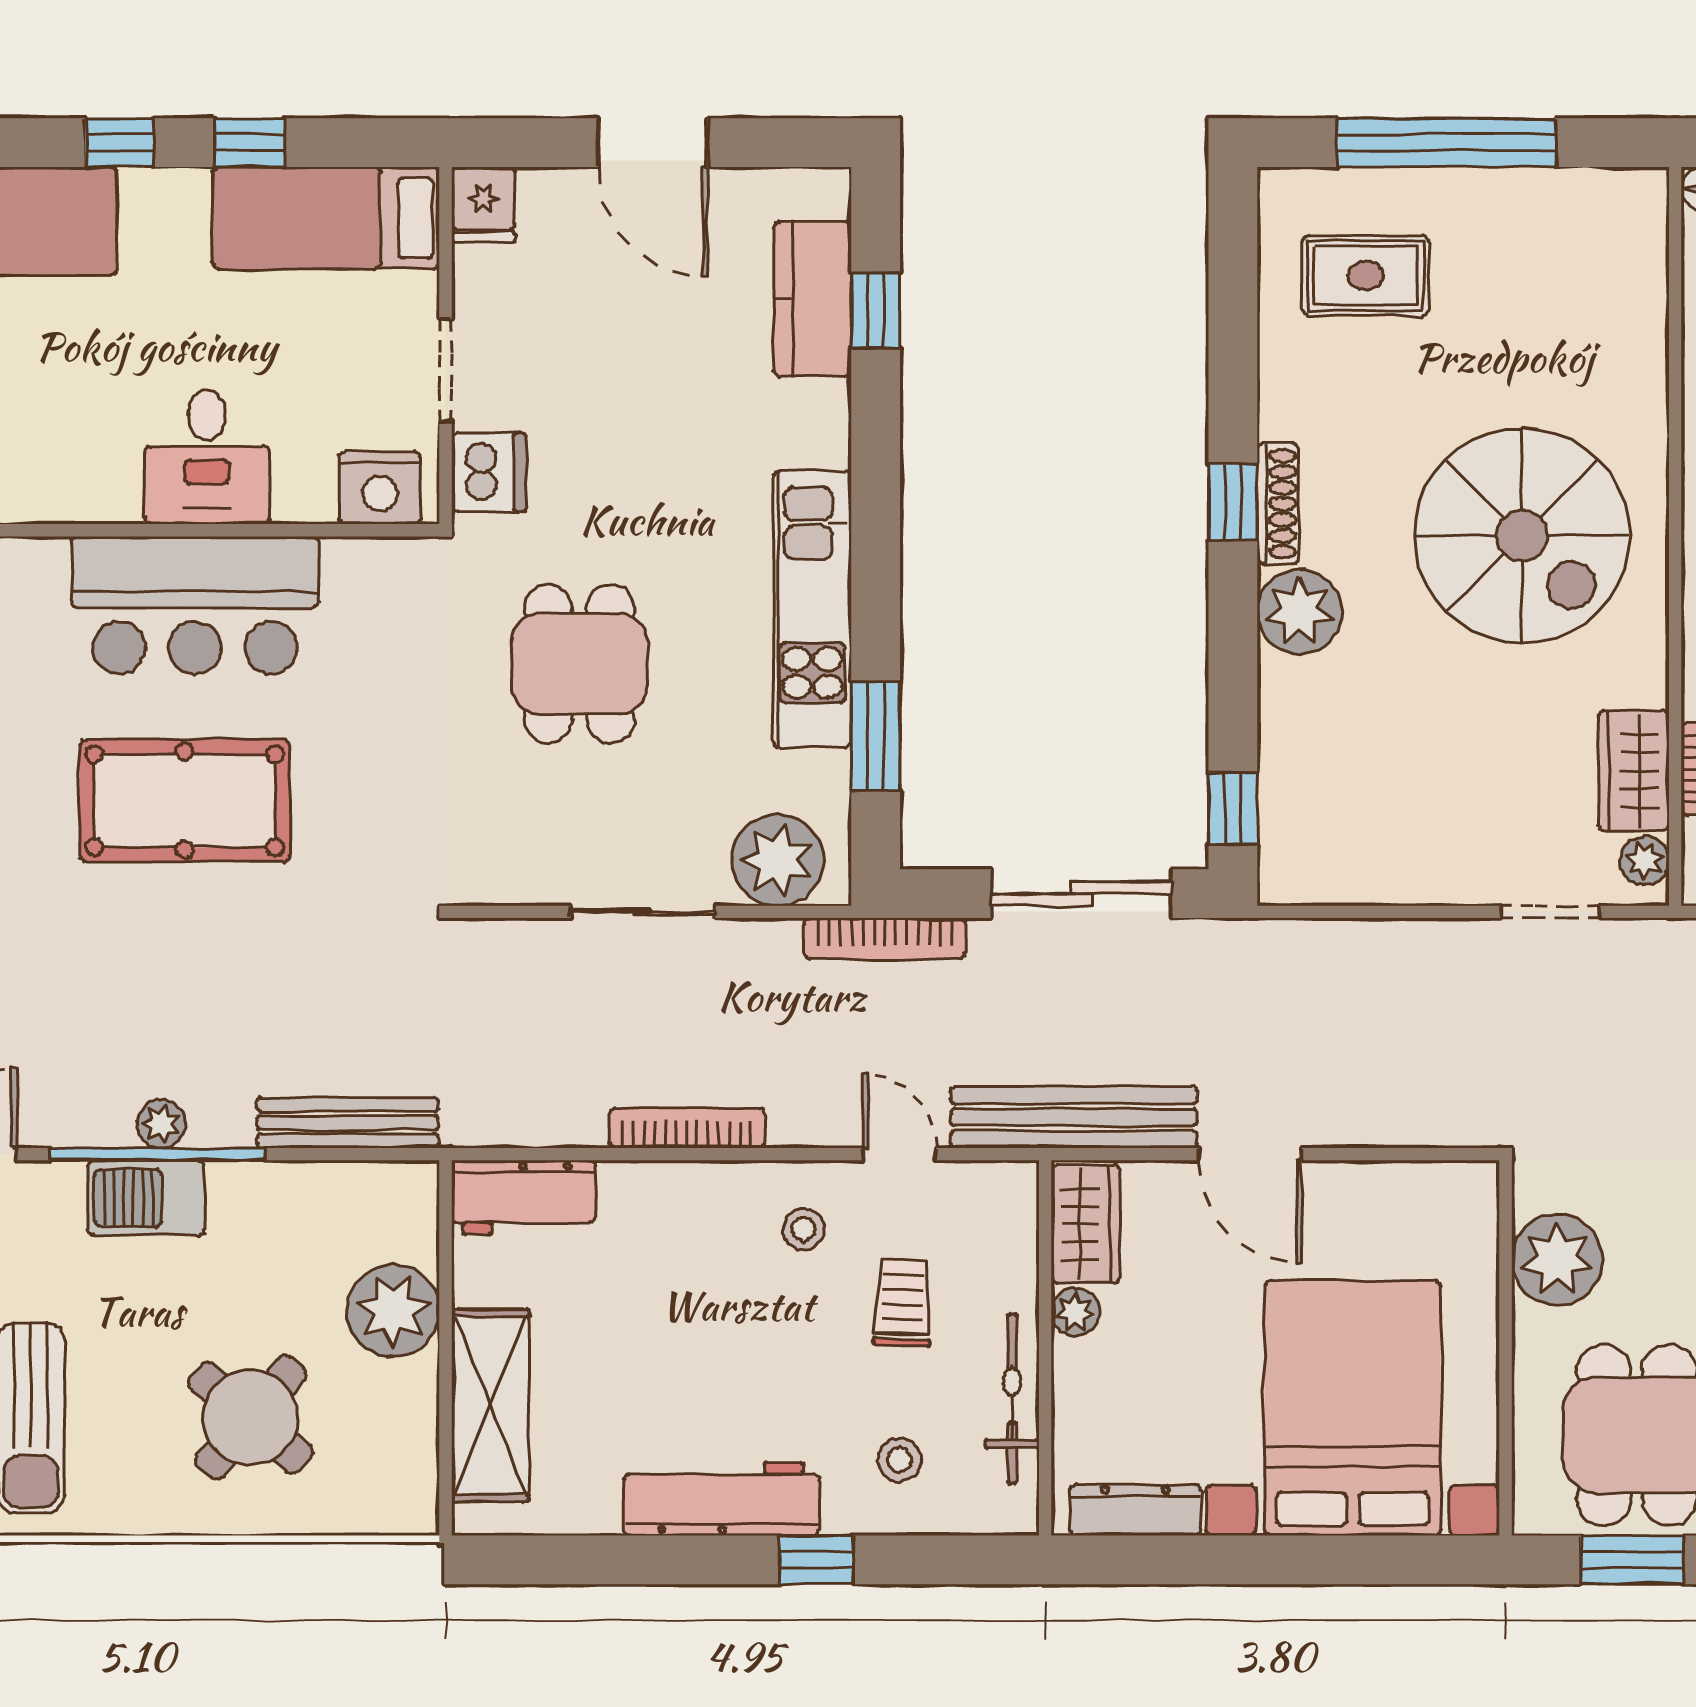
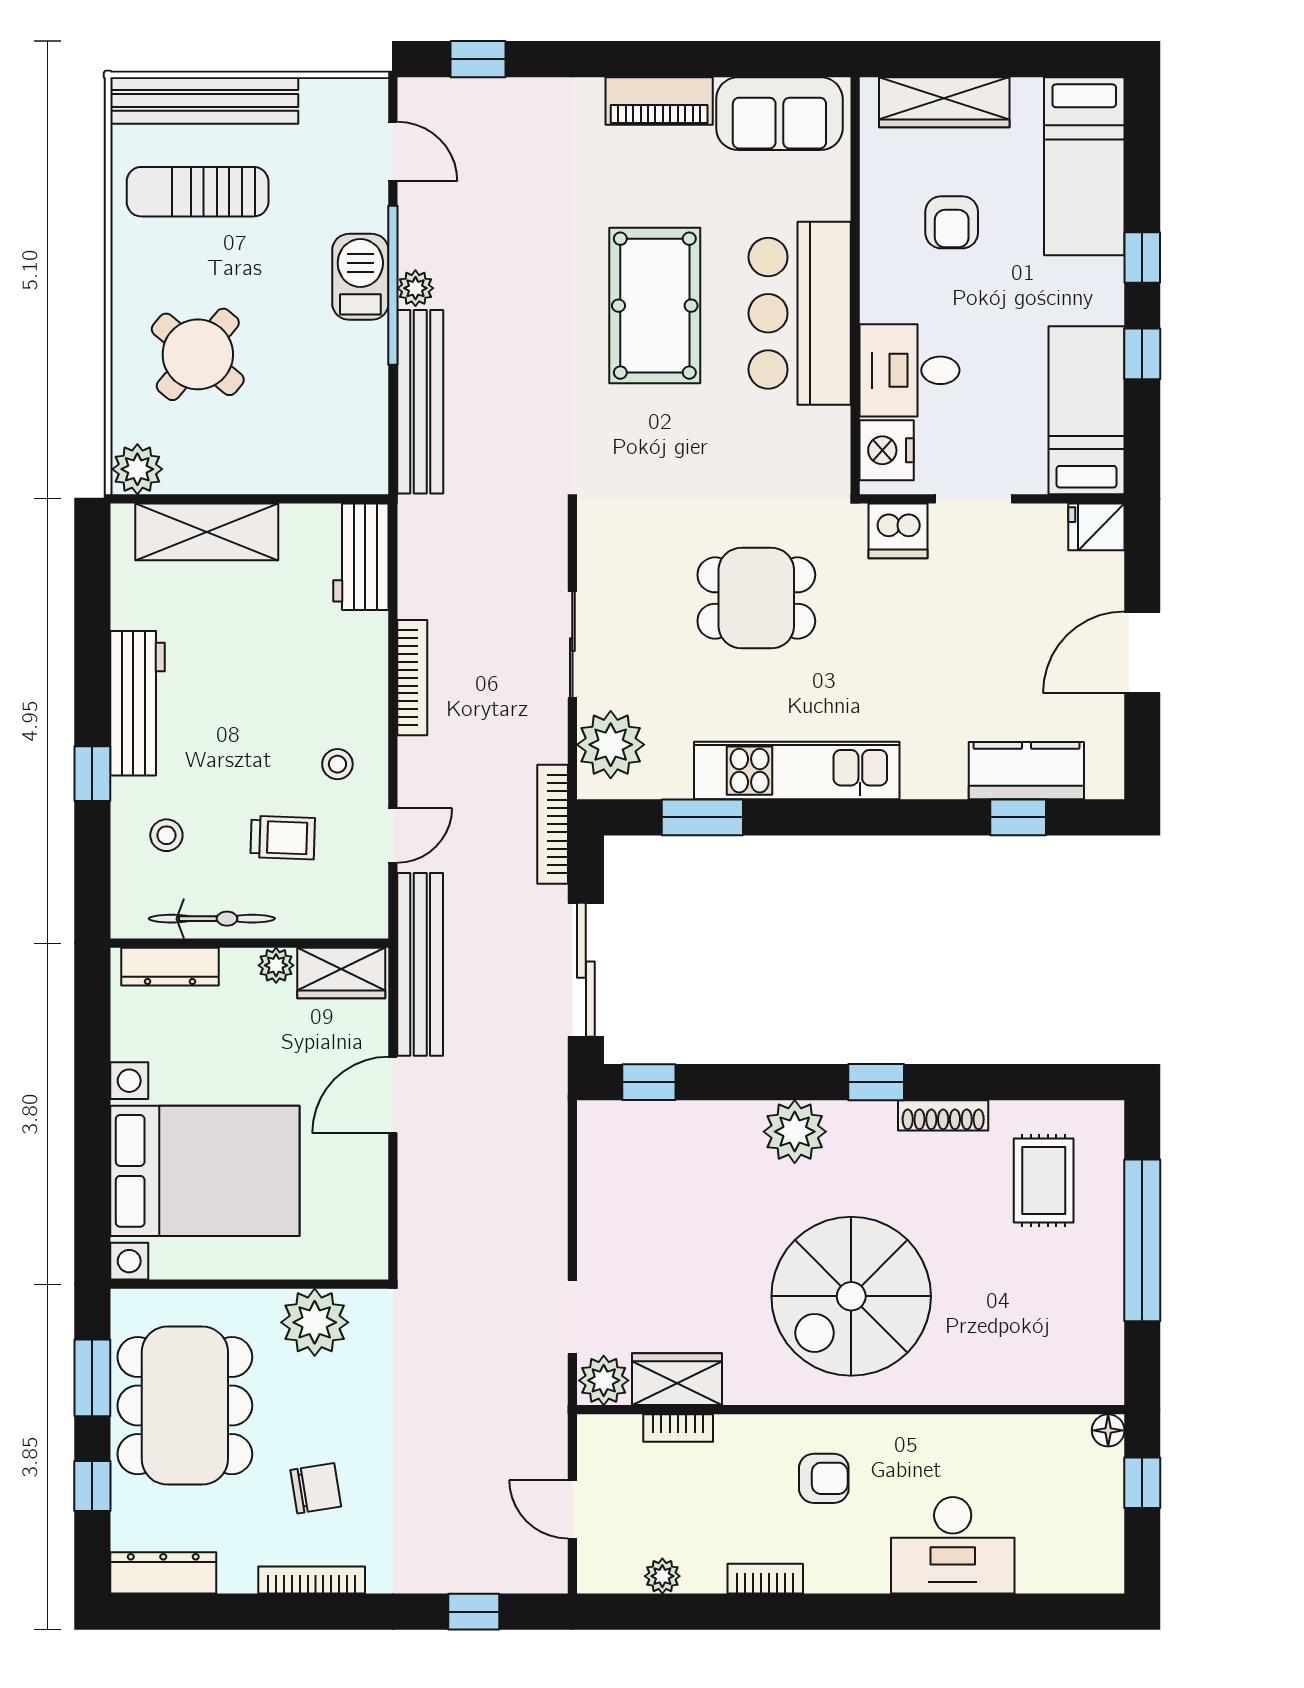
armchair: (72, 400) -> (952, 222), added
desk: (207, 457) -> (909, 370), moved
shoe rack: (1278, 504) -> (943, 1115), moved
plant: (1645, 860) -> (604, 1380), width x1.38, depth x1.38
bench: (348, 1123) -> (420, 402), width x1.37, depth x1.21
plant: (393, 1311) -> (137, 469), moved, width x0.73, depth x0.73
dresser: (1135, 1510) -> (170, 967), moved, turned 90

